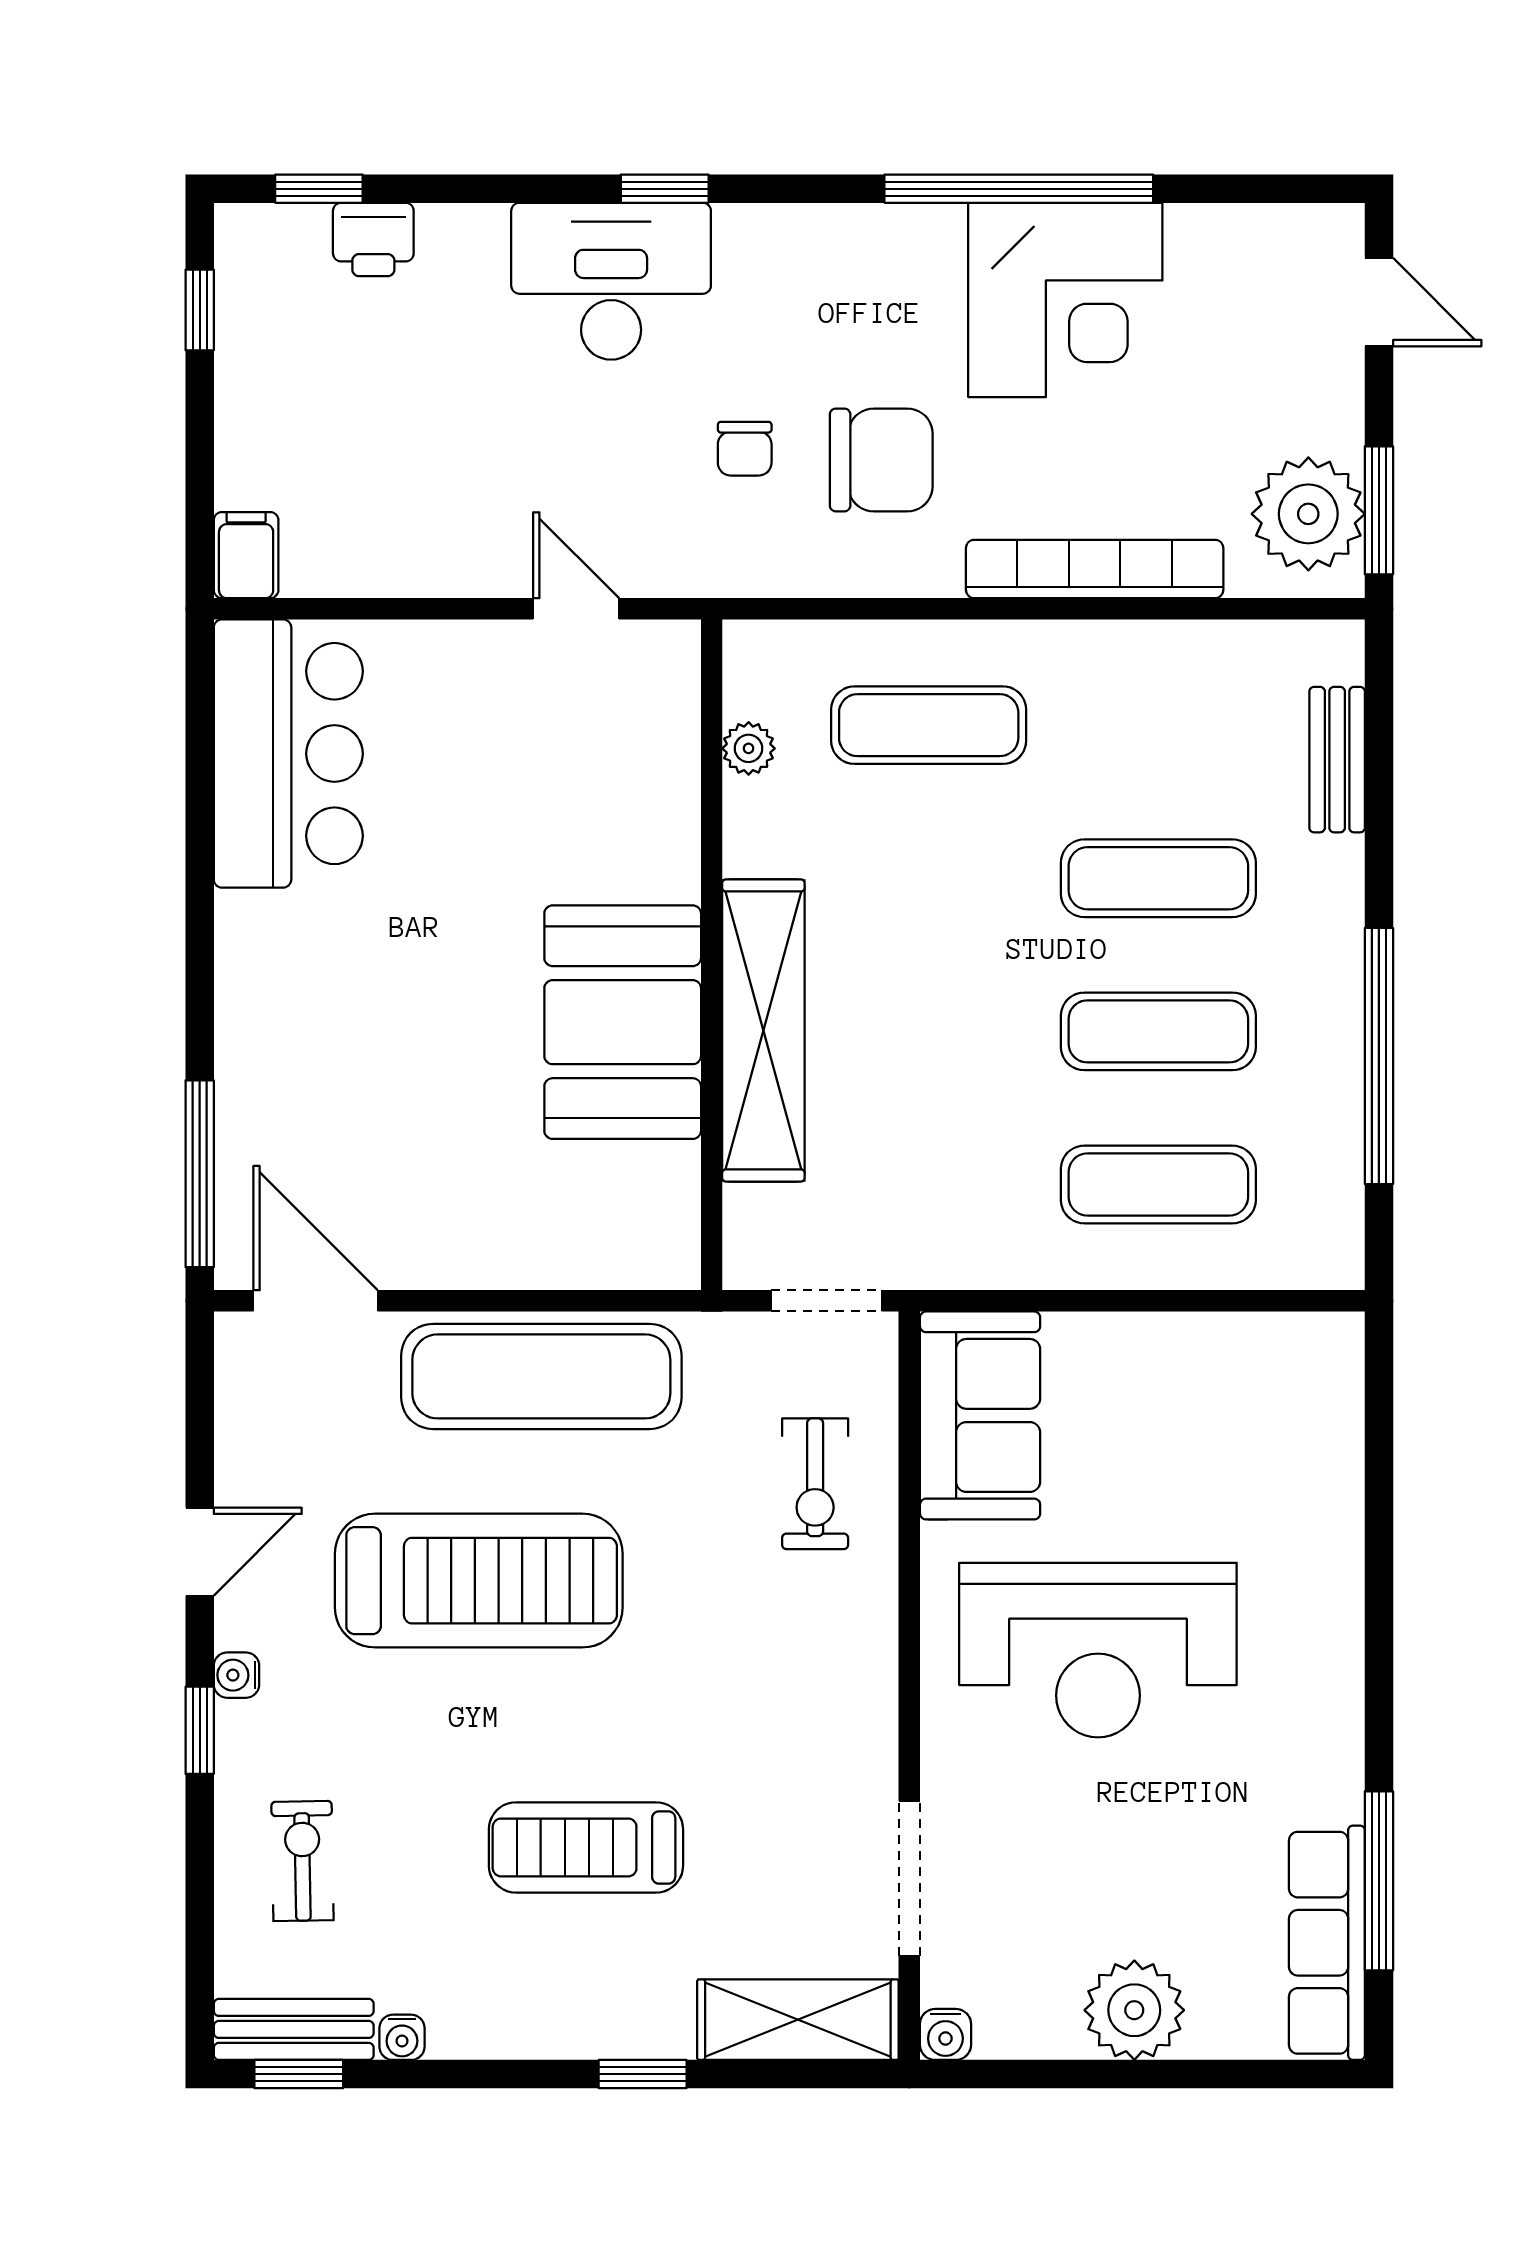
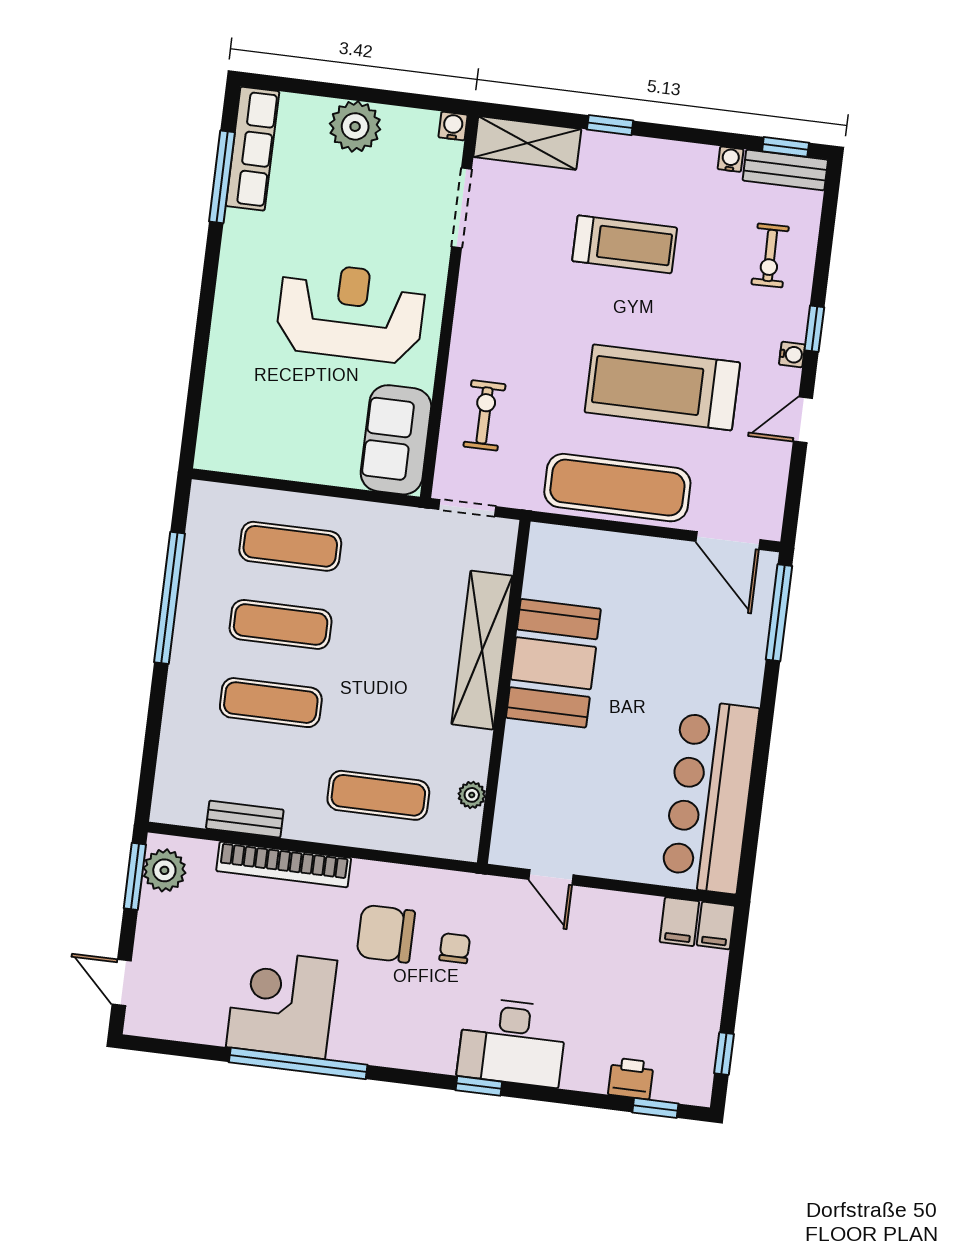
plant: (1308, 514) -> (164, 870), width x0.73, depth x0.73
filing cabinet: (317, 554) -> (679, 922), added
bar counter: (288, 754) -> (710, 797), width x1.36
bench: (1337, 760) -> (245, 819), moved, turned 90

